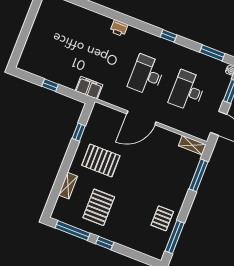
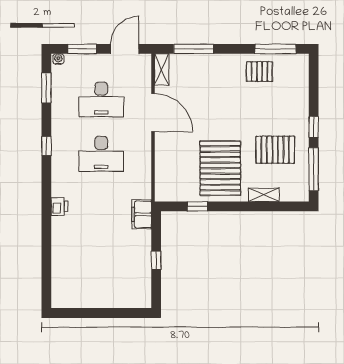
door: (141, 118) -> (153, 113), moved
pallet: (101, 161) -> (220, 168), width x1.37, depth x1.41

